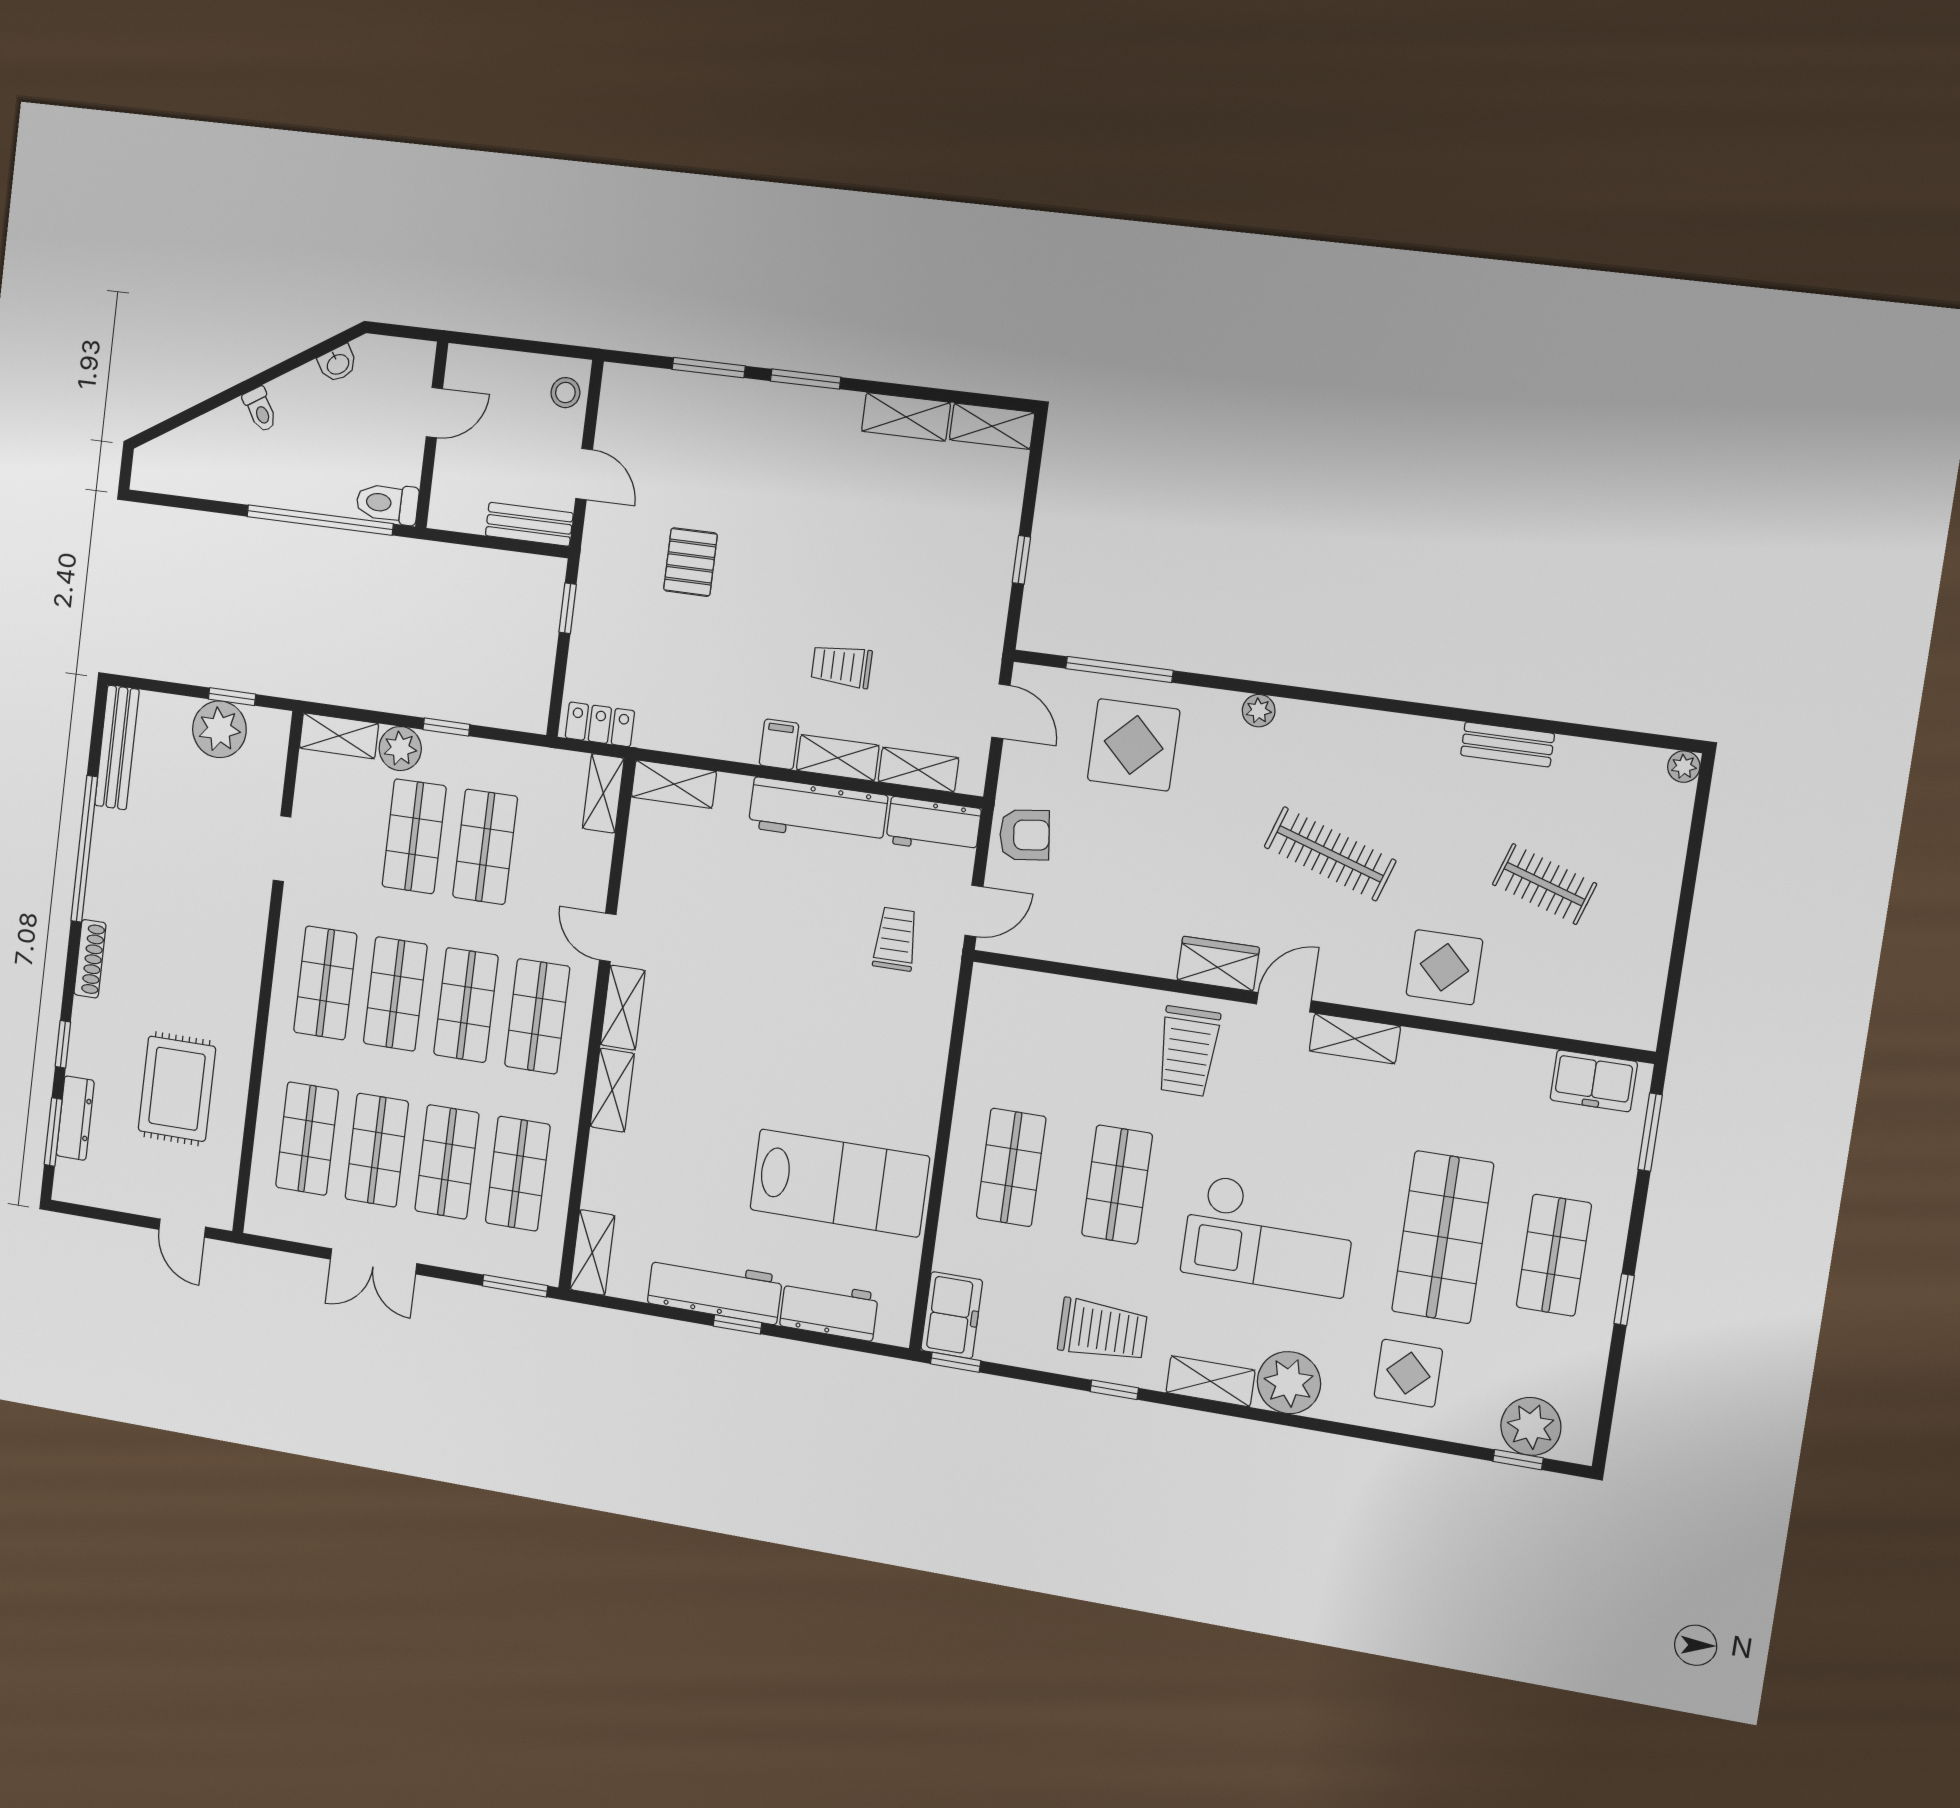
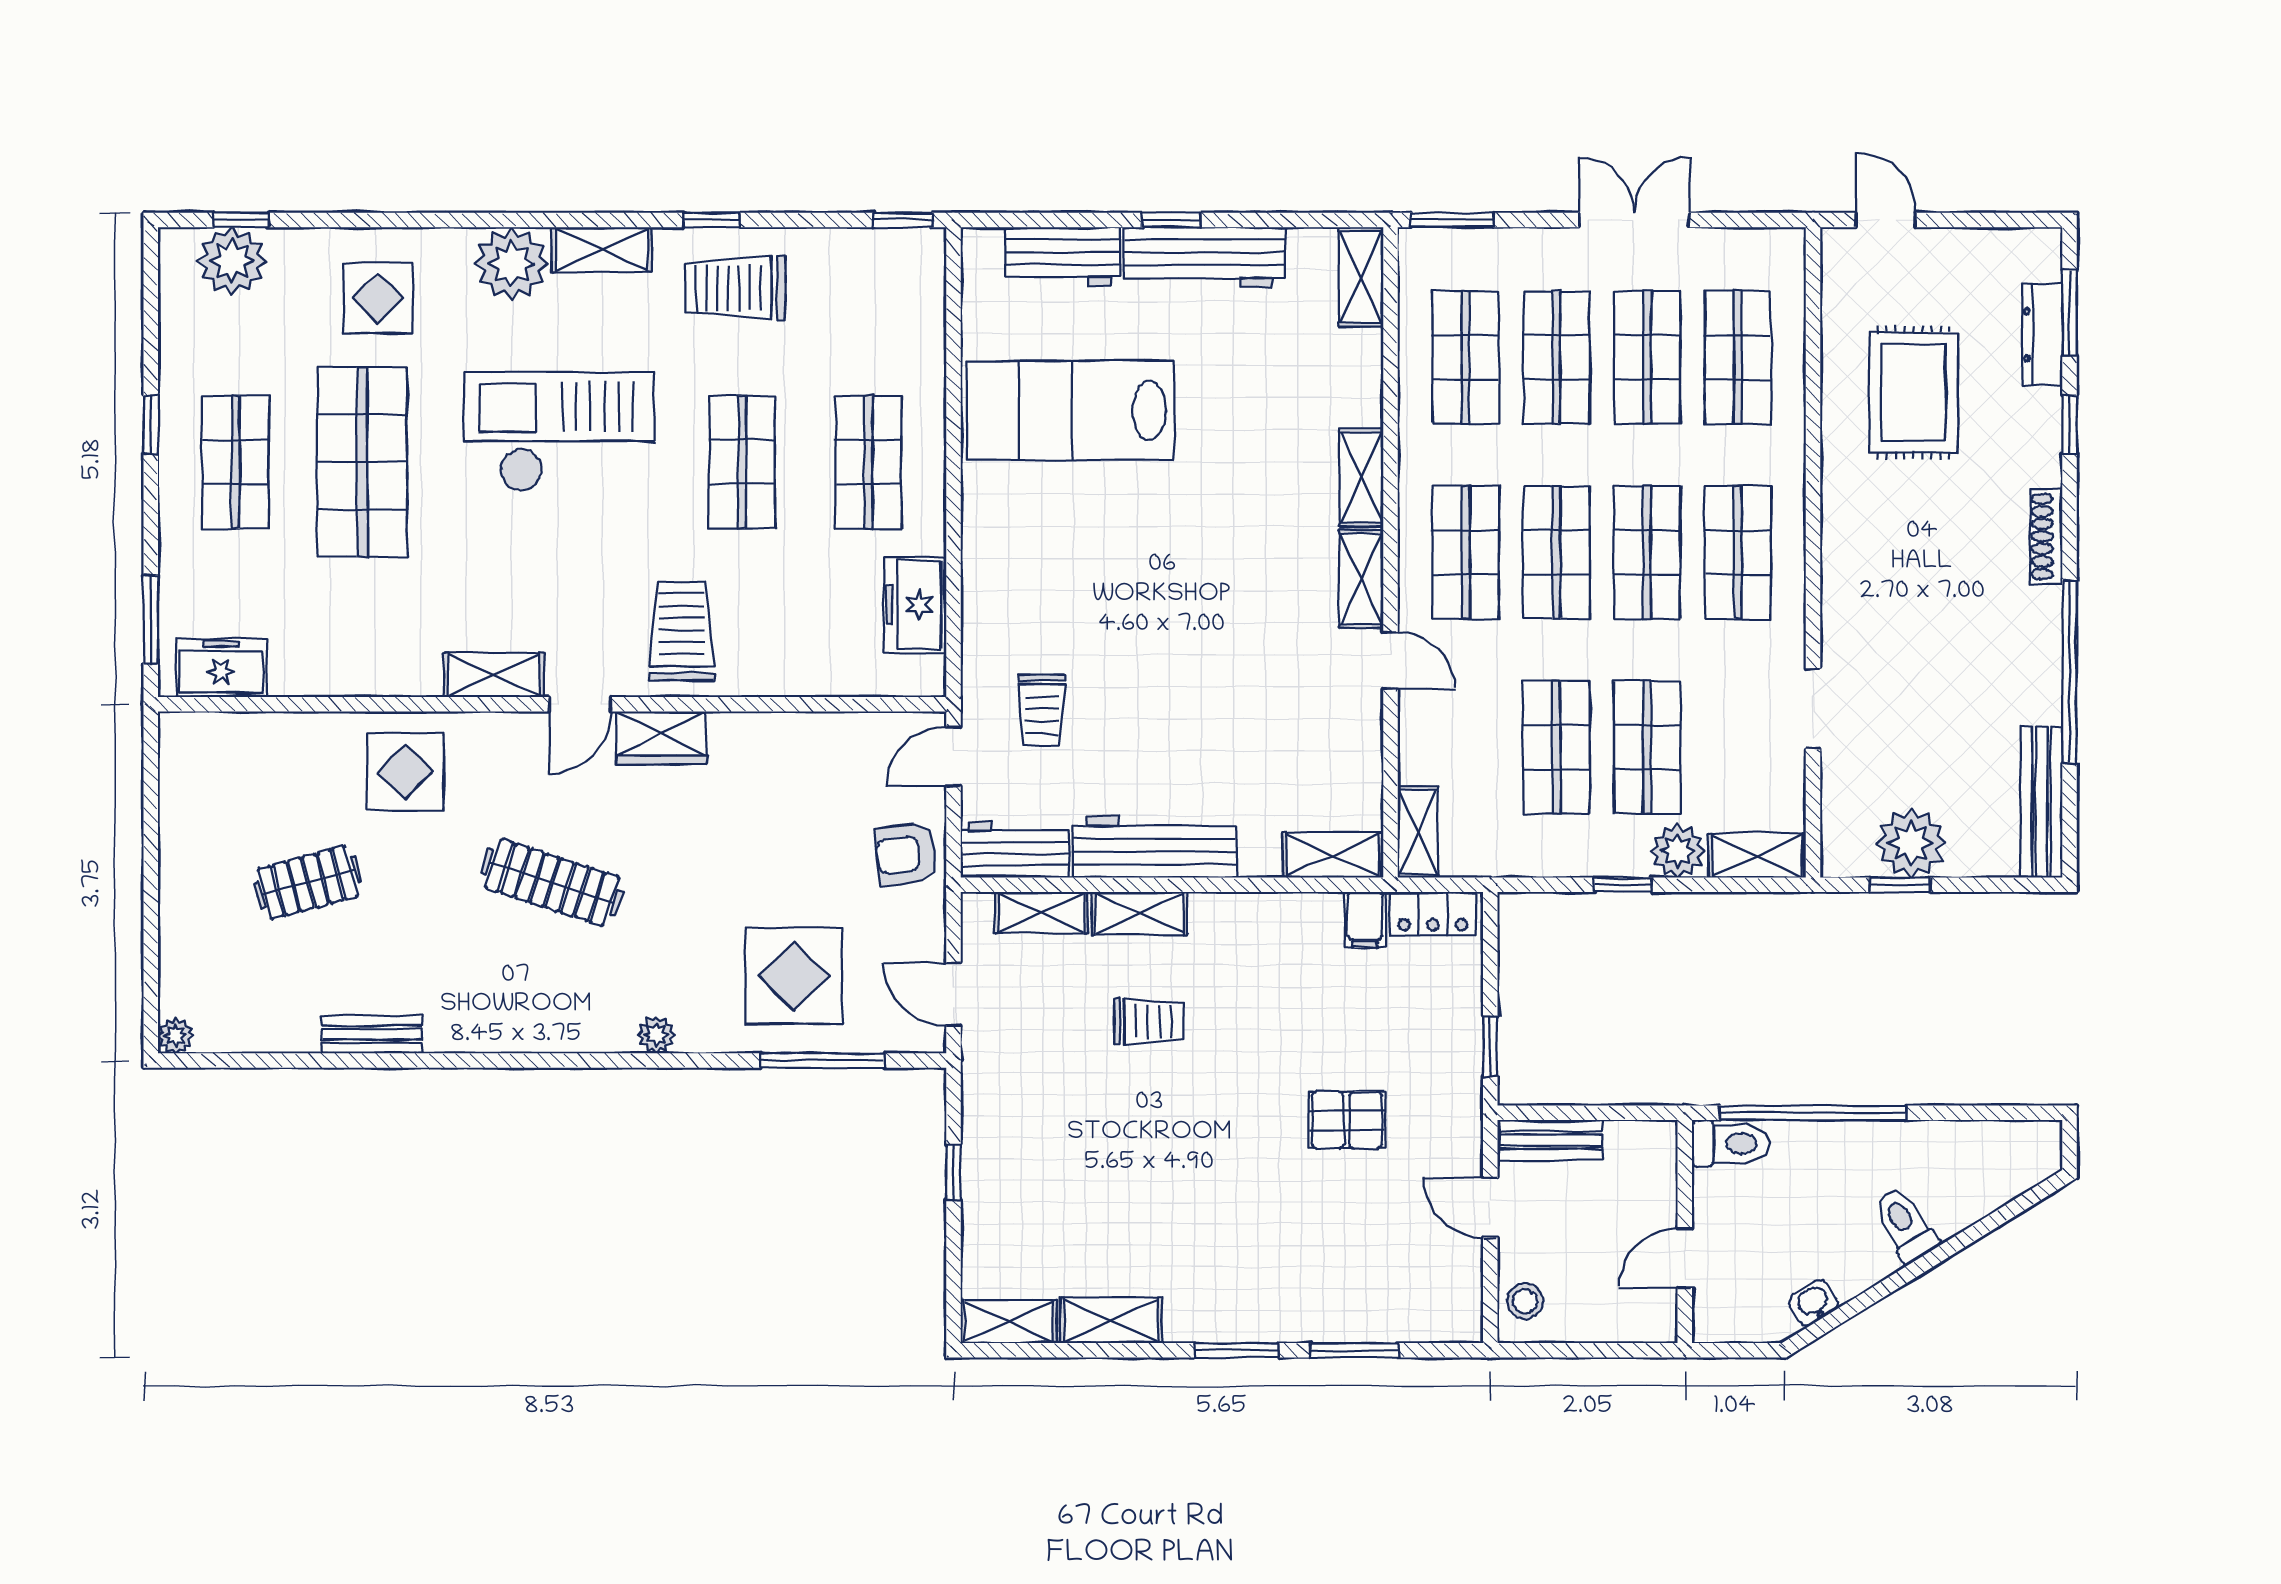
toilet: (260, 409) -> (1905, 1225), width x1.37, depth x1.39
pallet: (690, 562) -> (1347, 1120), turned 90
filing cabinet: (779, 744) -> (1365, 920), moved
clothes rail: (1544, 884) -> (308, 882), turned -33
freezer: (952, 1315) -> (915, 605), moved

